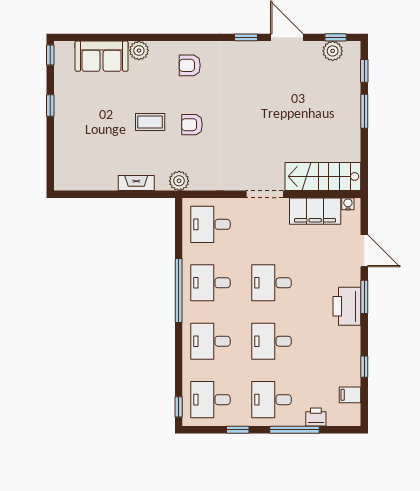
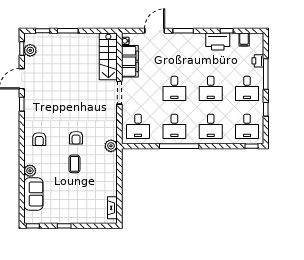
fireplace: (136, 183) -> (112, 208), moved
printer: (347, 306) -> (218, 41), moved

